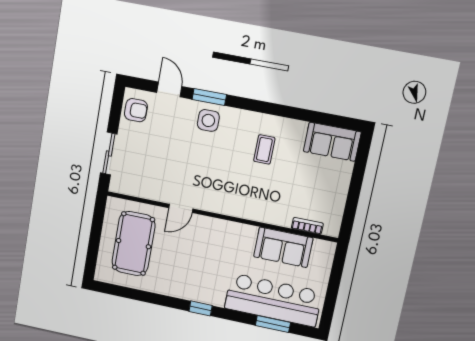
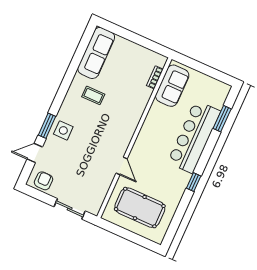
sofa: (332, 142) -> (96, 53), width x1.36
sofa: (283, 247) -> (172, 86), moved
bar counter: (273, 300) -> (194, 137), moved
window: (201, 308) -> (194, 182), moved

